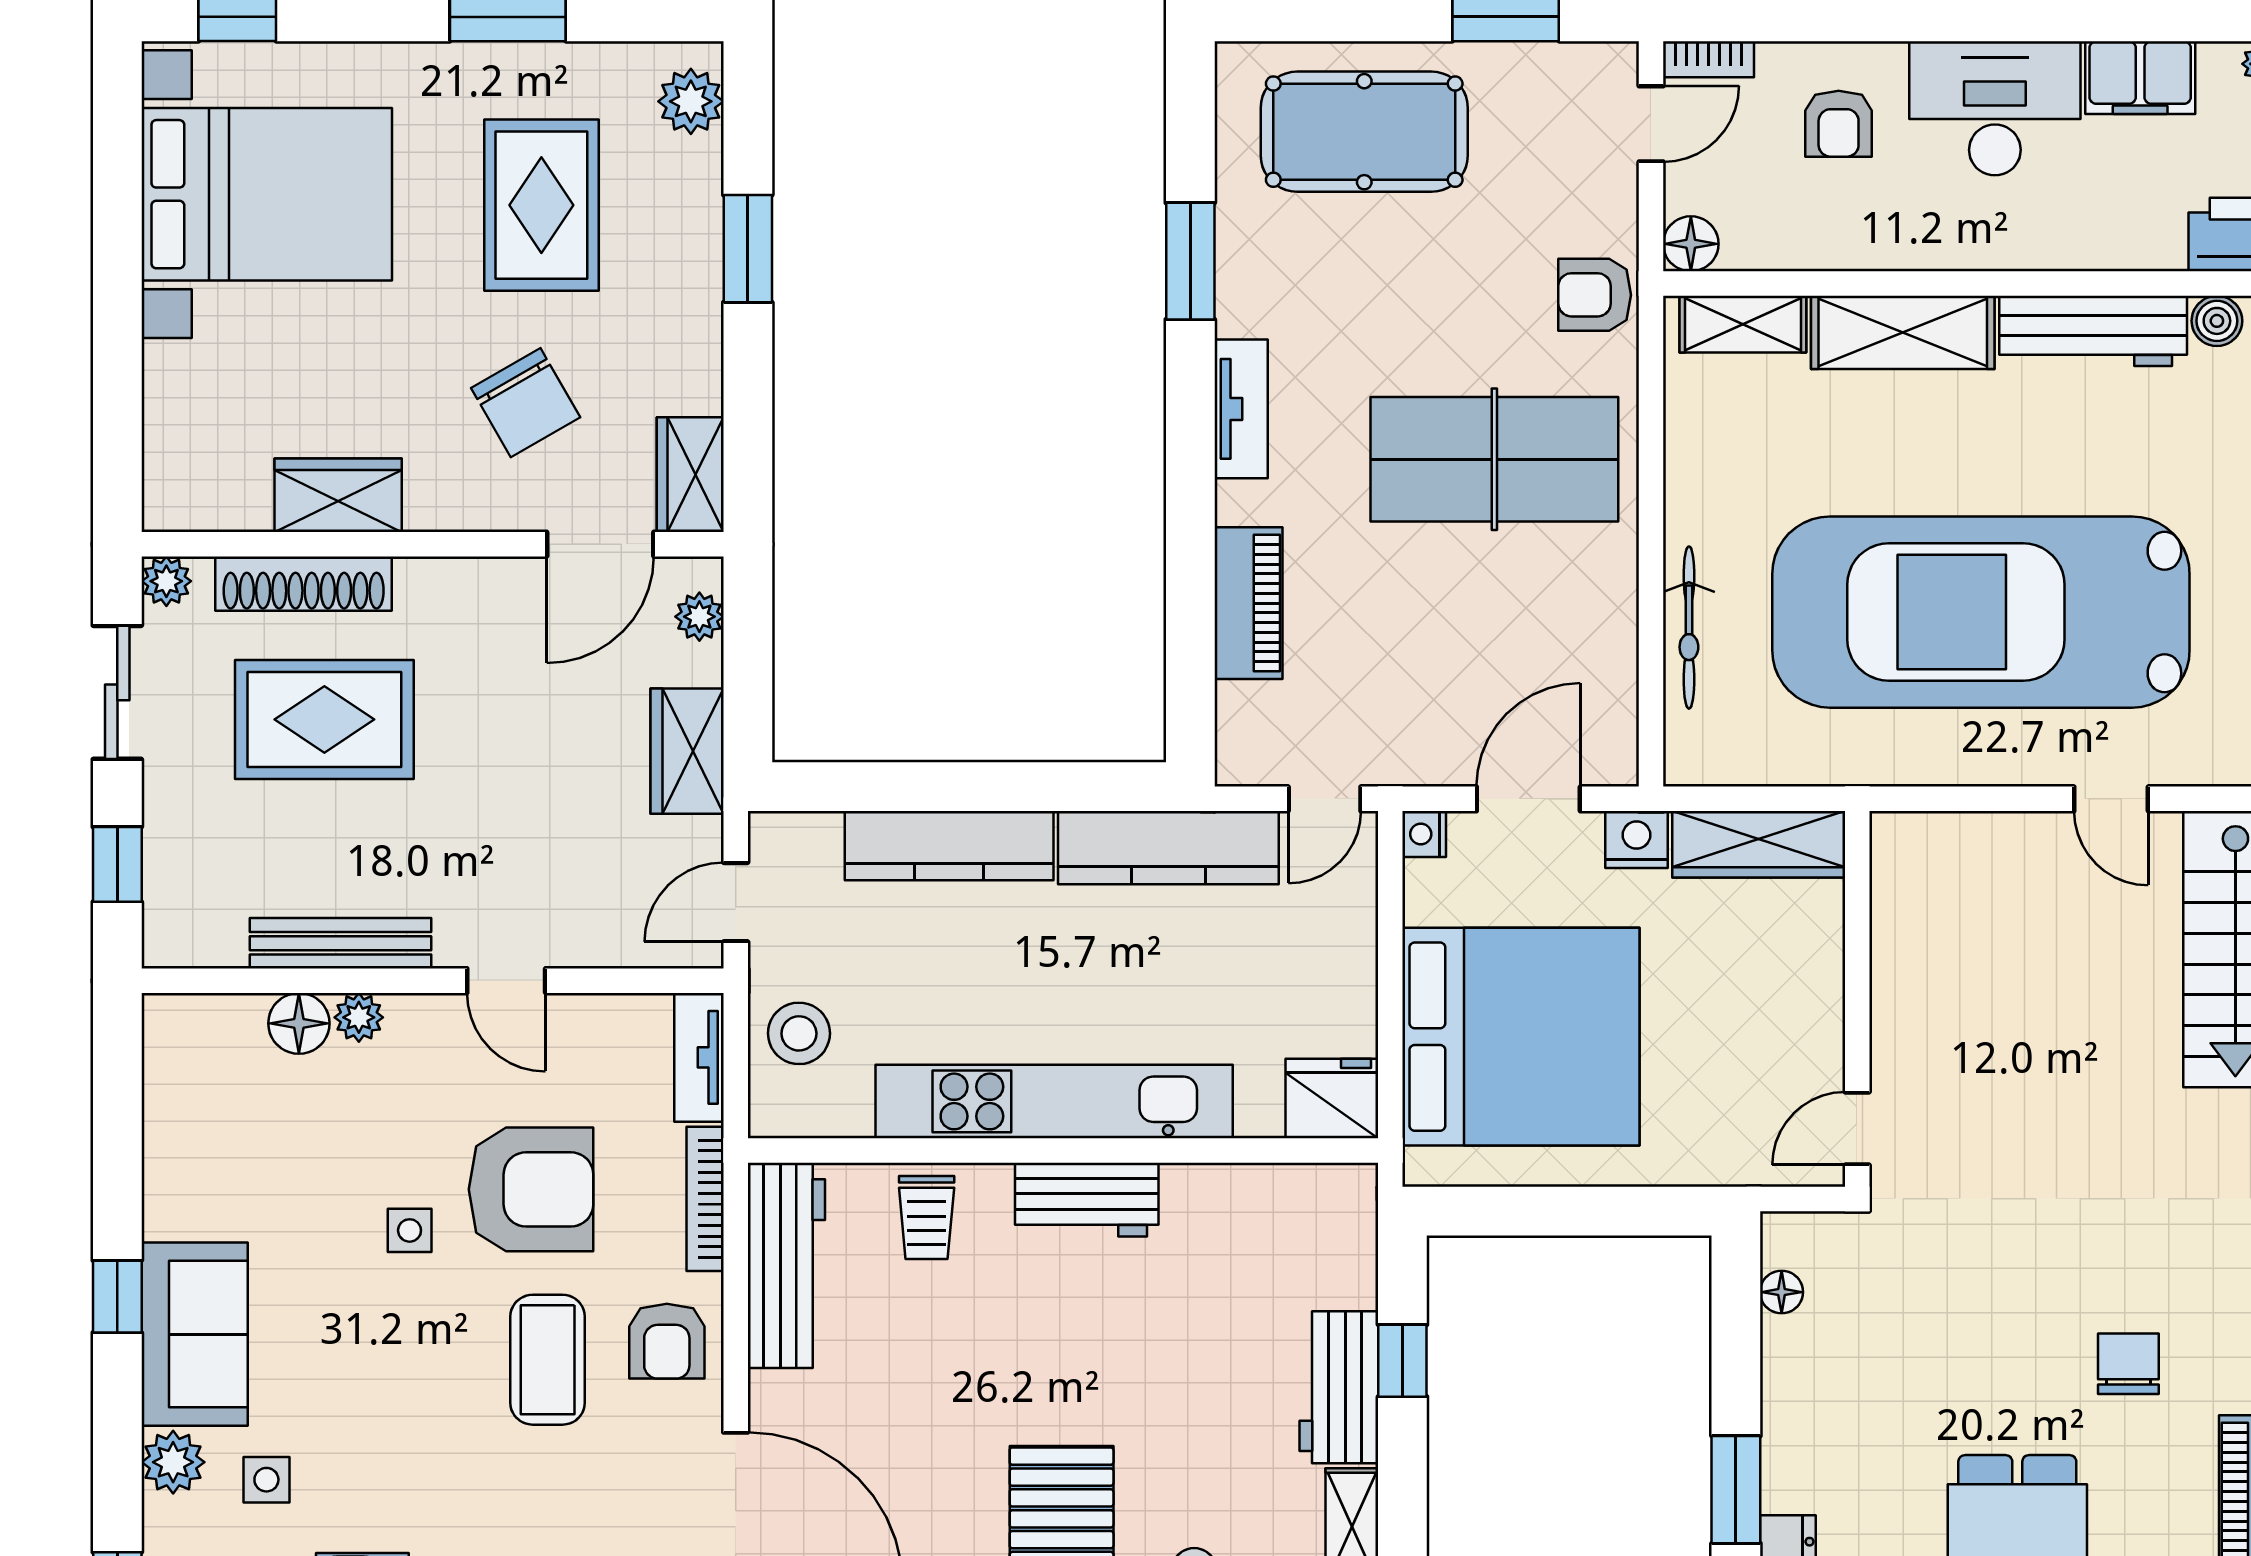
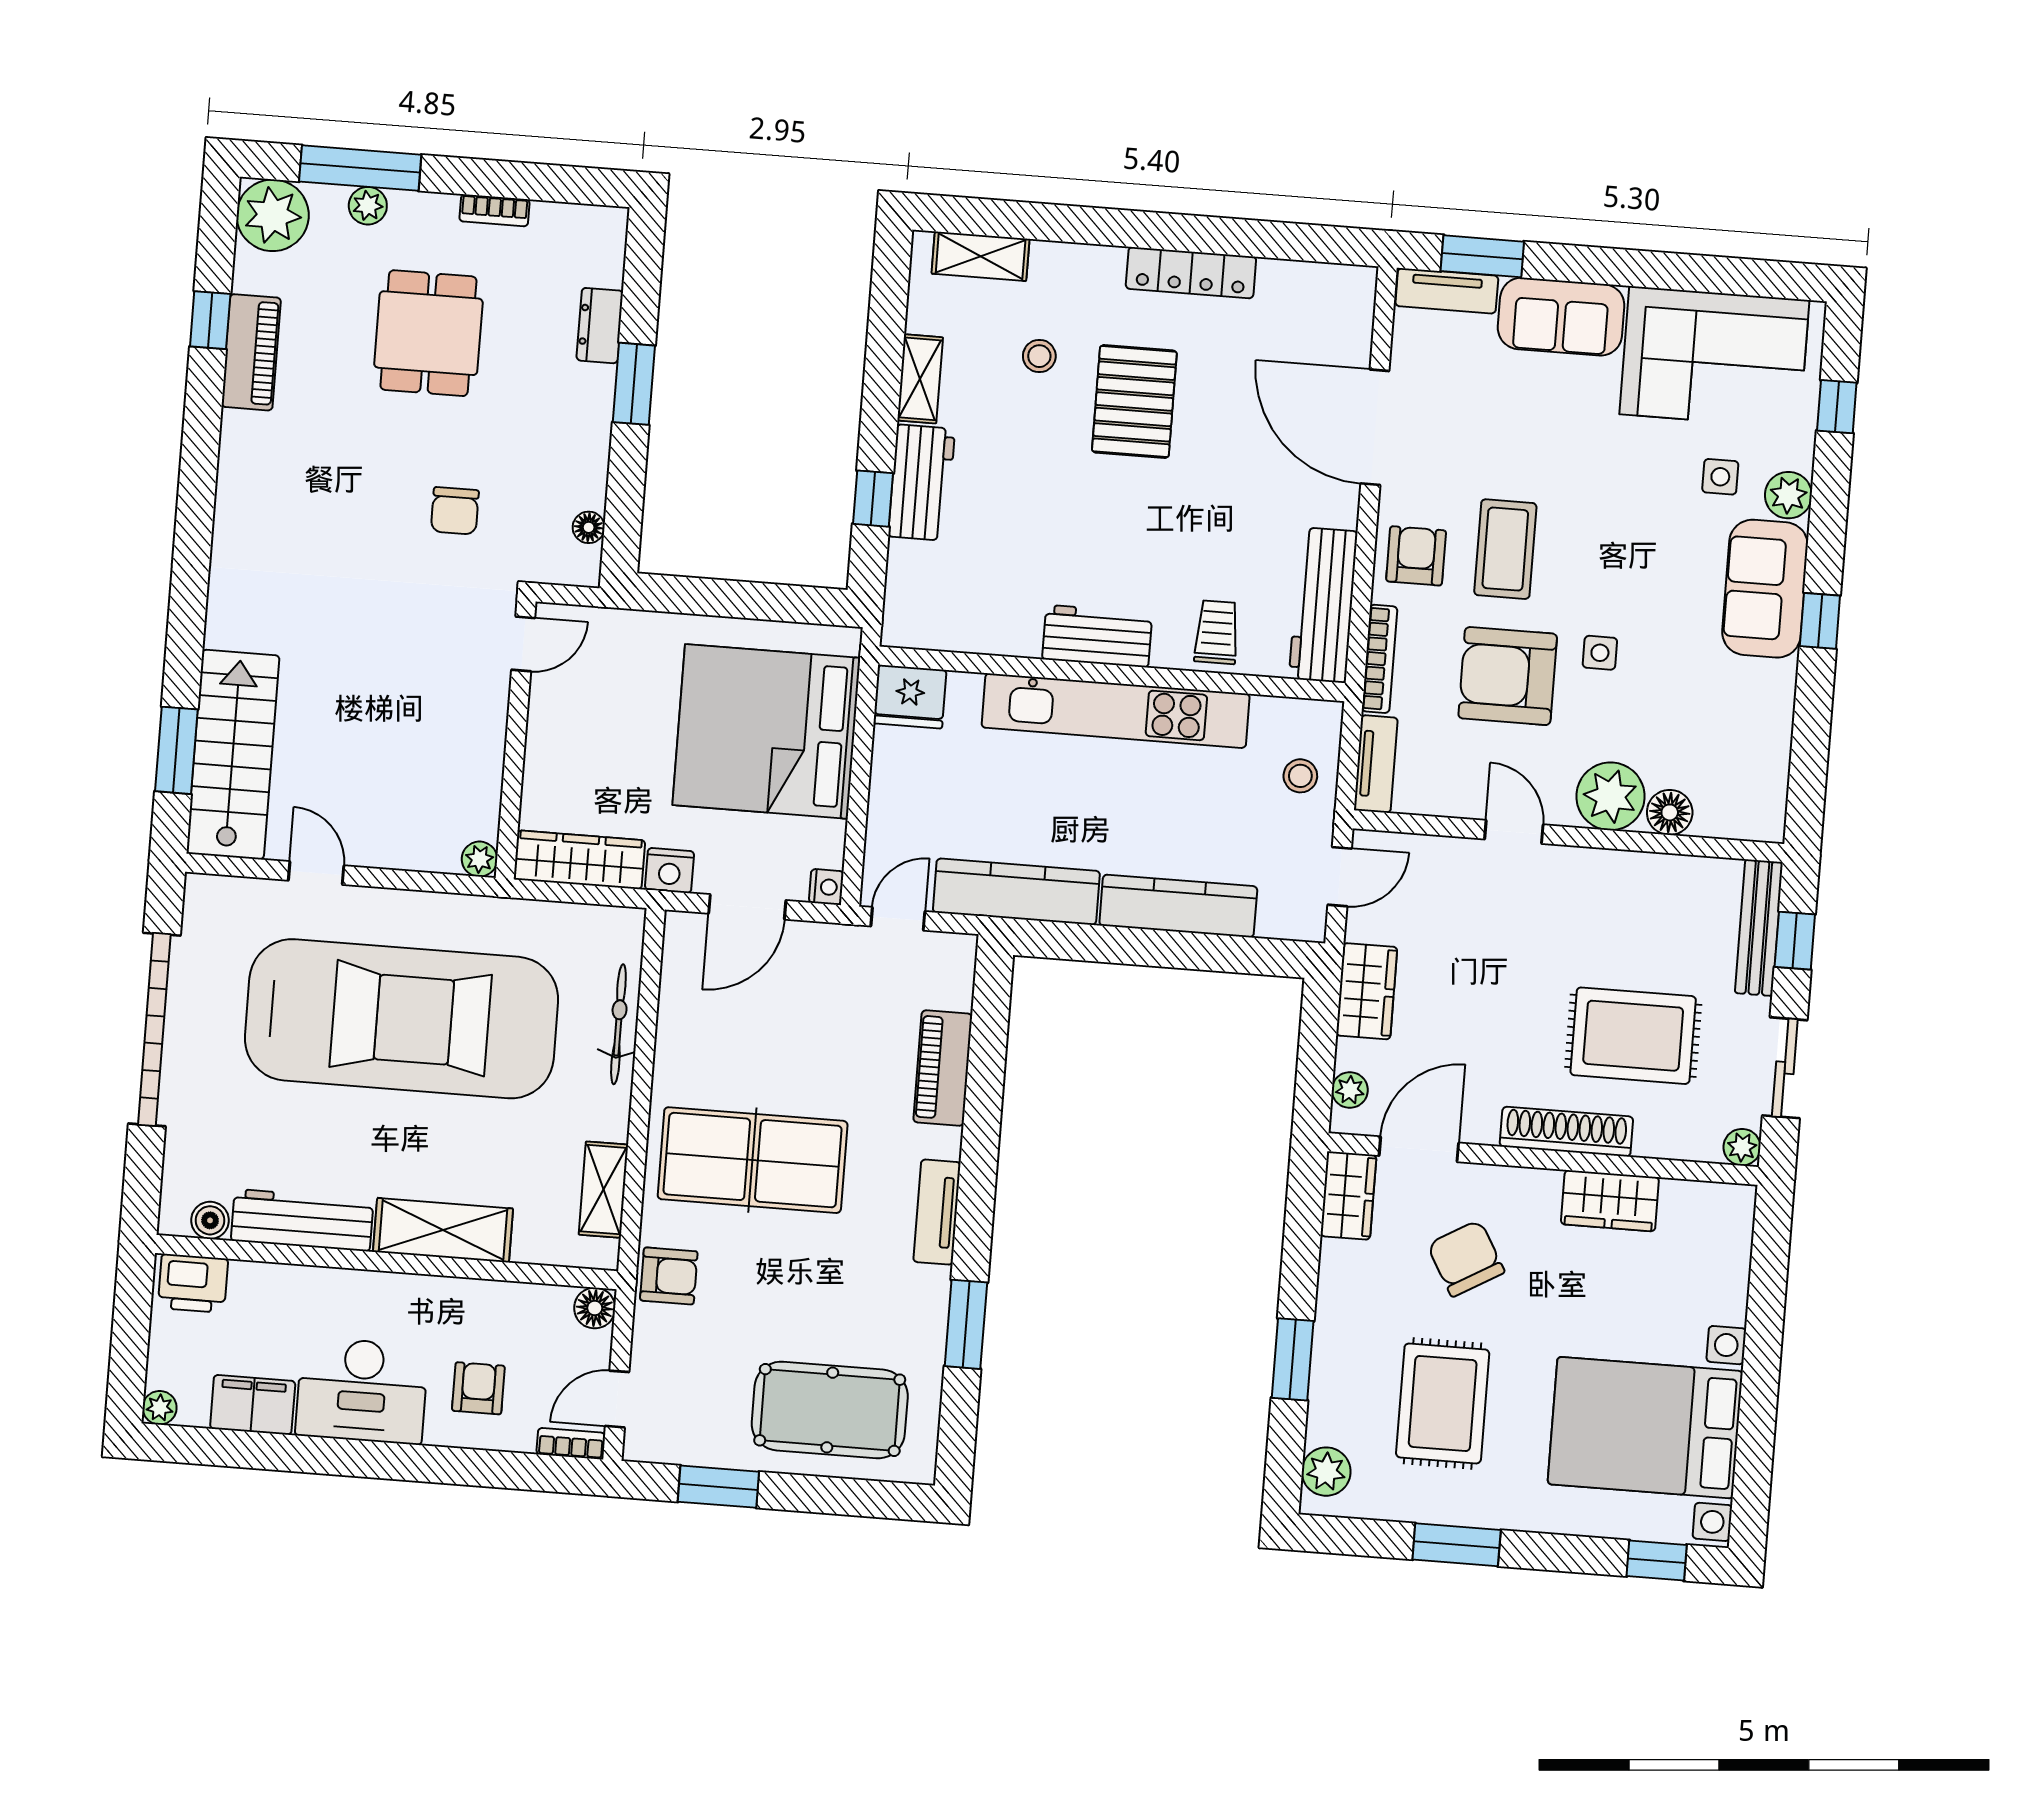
shelving: (1743, 324) -> (603, 1190), moved, turned 90
shoe rack: (304, 584) -> (1566, 1132), moved
plant: (1893, 835) -> (479, 859), added
bench: (340, 943) -> (1759, 928), moved, turned 90
plant: (359, 1017) -> (1610, 796), width x1.88, depth x1.88
stool: (799, 1033) -> (1300, 776), width x0.73, depth x0.73
chair: (2128, 1364) -> (455, 511), moved

